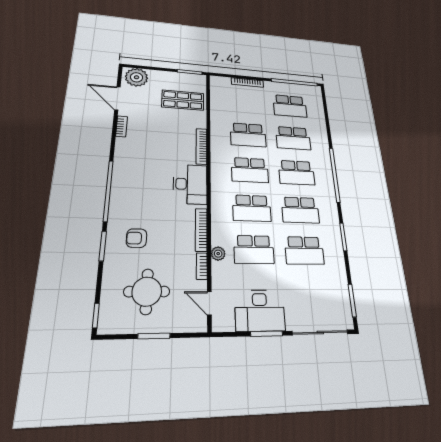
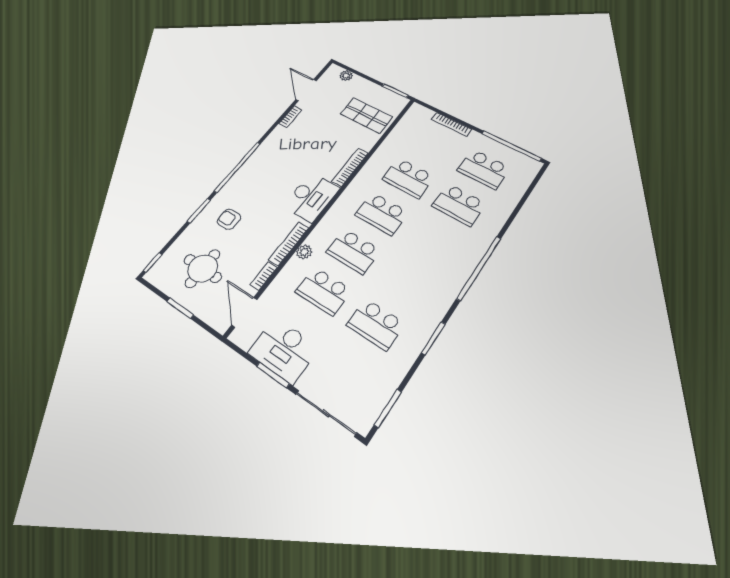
plant: (137, 77) -> (346, 76), width x0.53, depth x0.53
school desk: (297, 173) -> (433, 242), removed
school desk: (300, 210) -> (405, 282), removed
plant: (218, 254) -> (304, 252), moved
door: (209, 303) -> (244, 312), width x1.38

